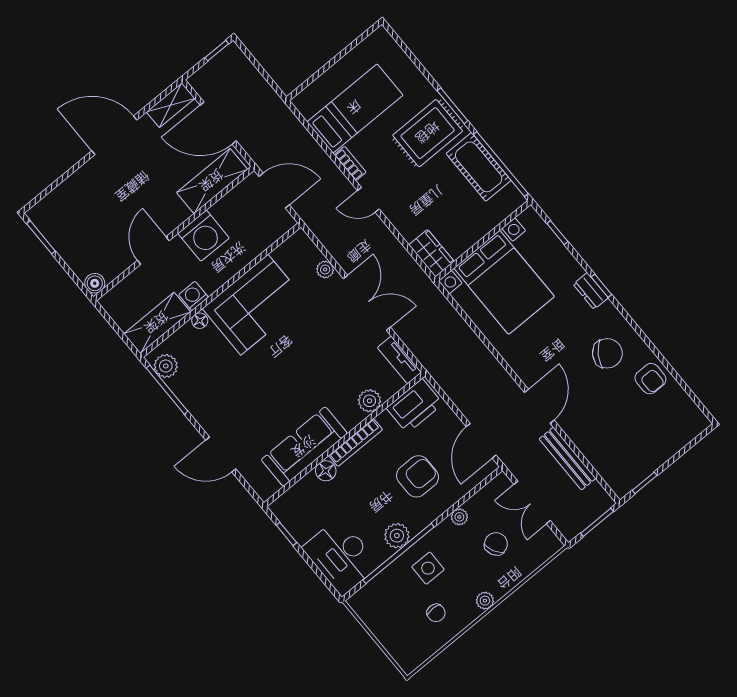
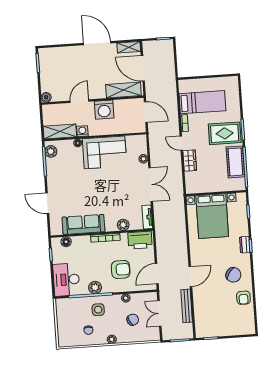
wardrobe: (431, 253) -> (190, 161), moved
floor lamp: (326, 471) -> (66, 242), moved

